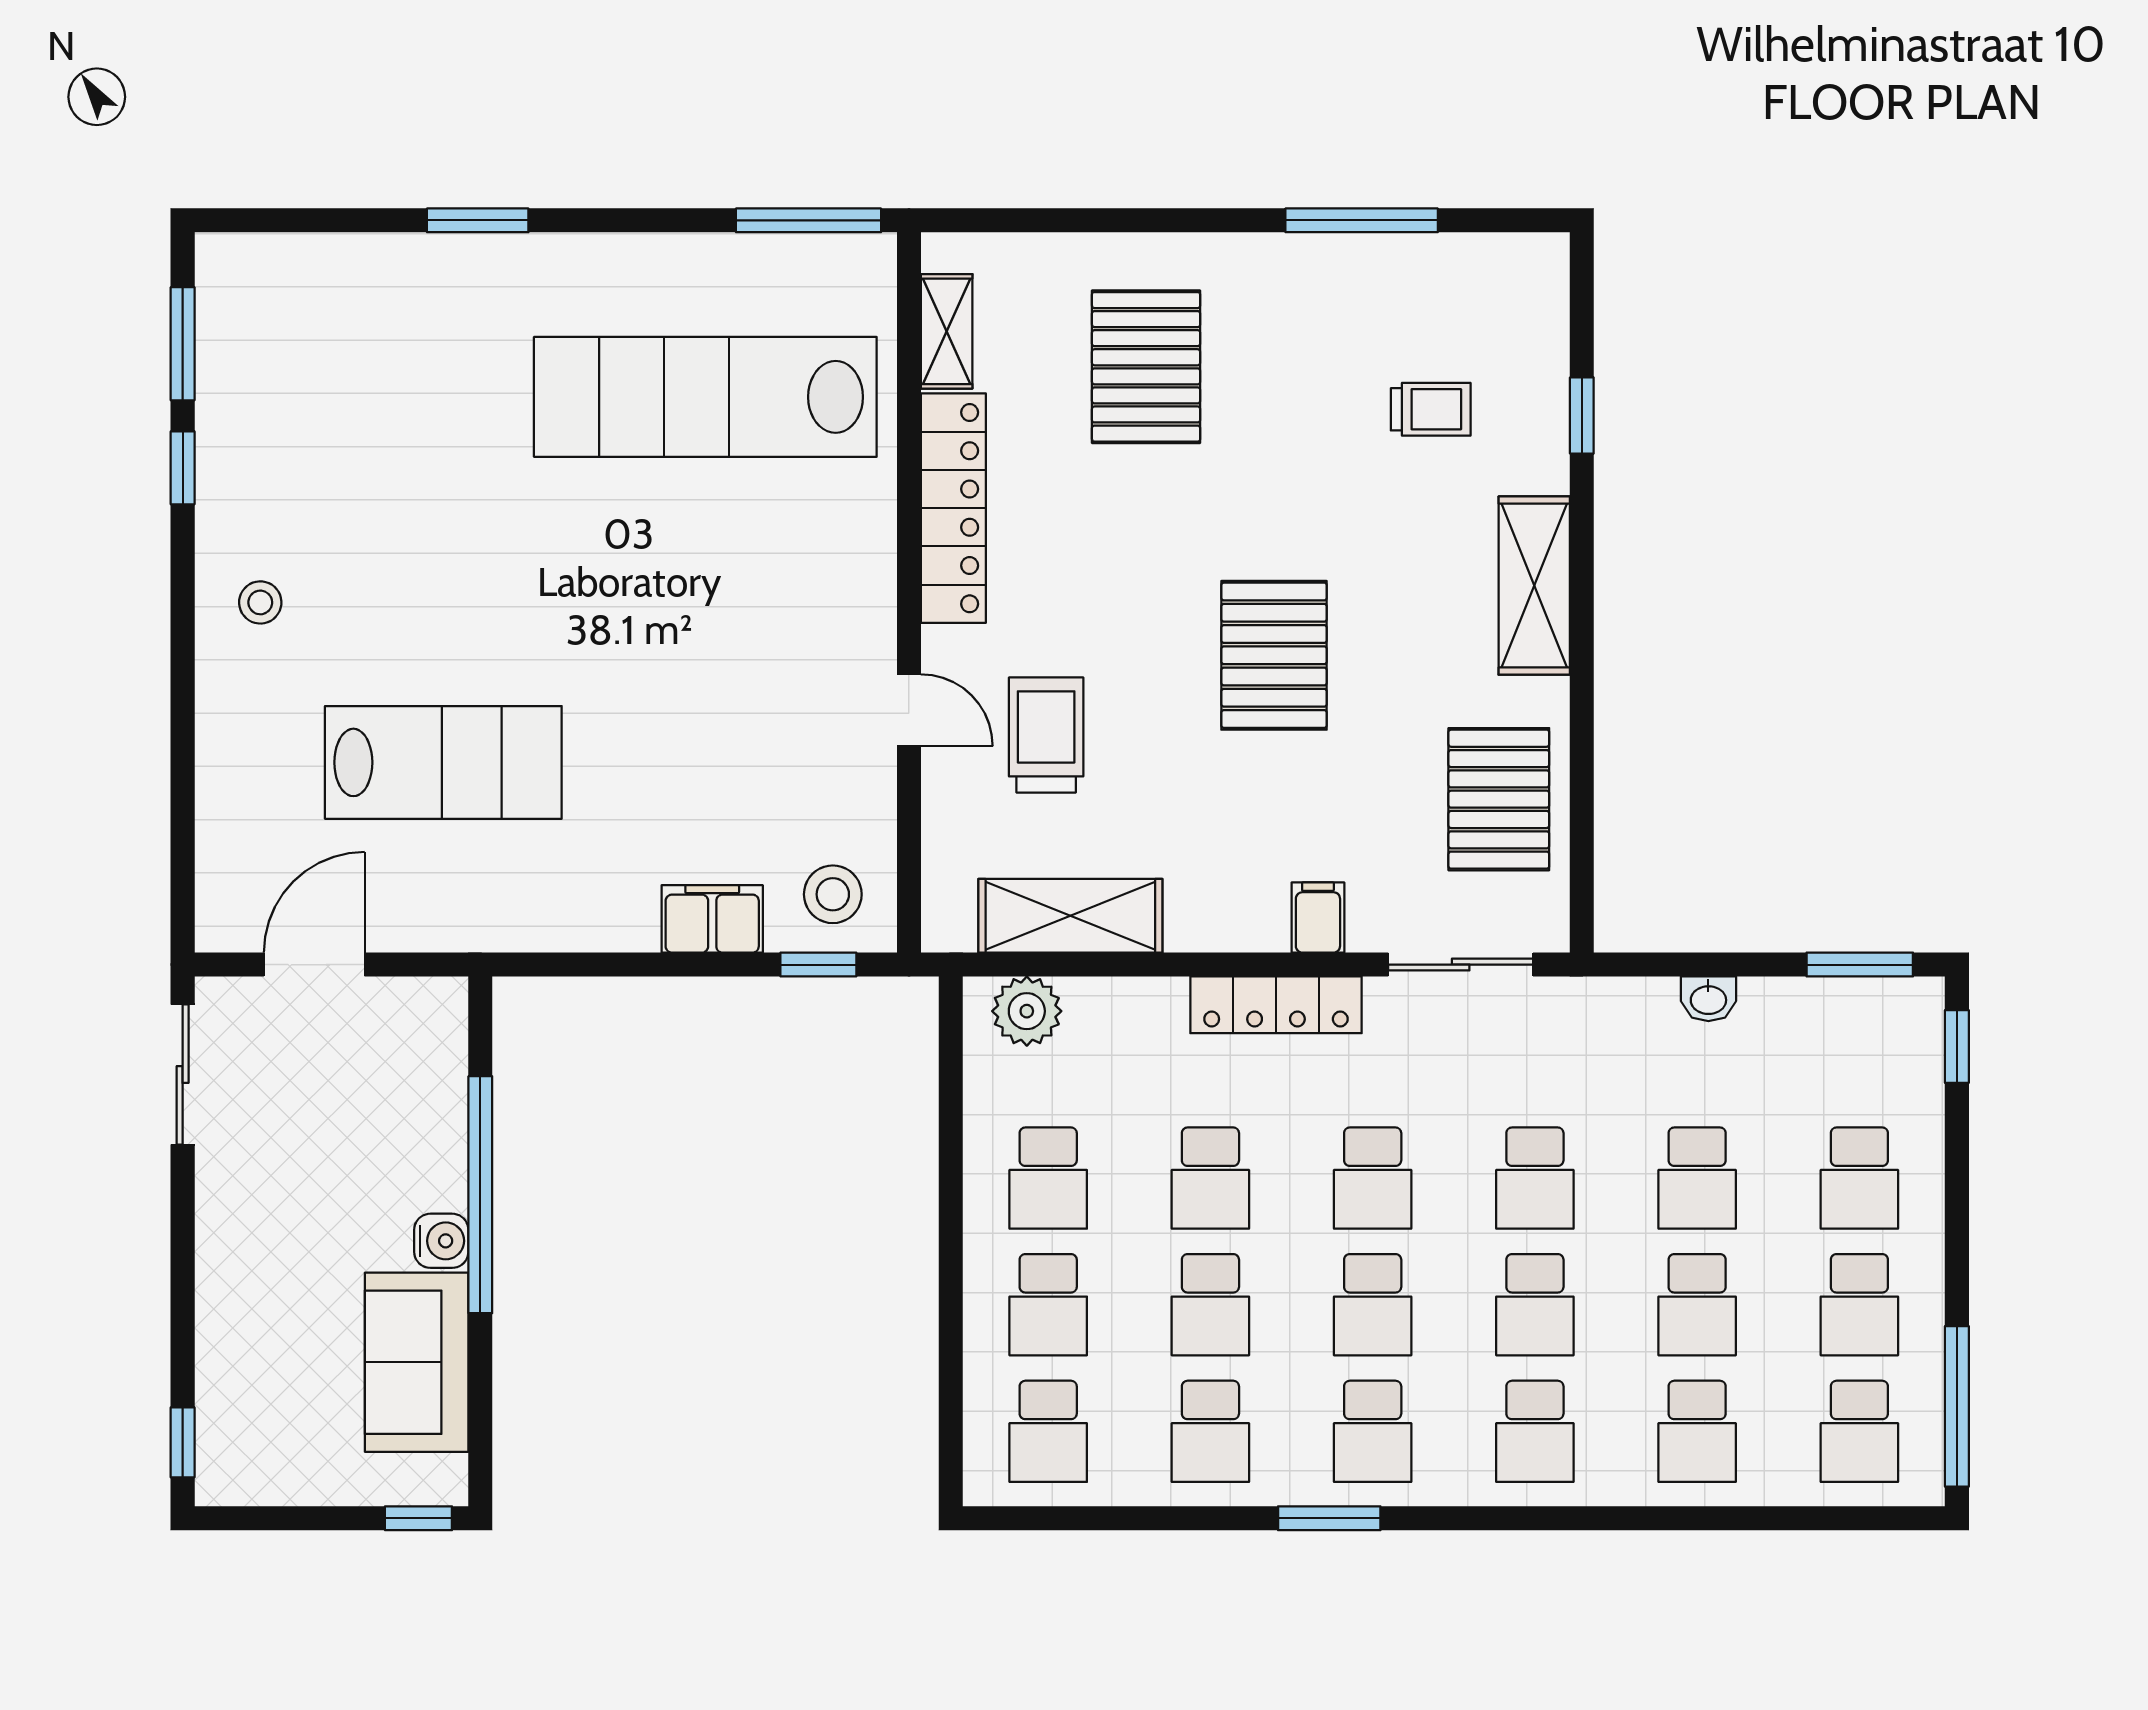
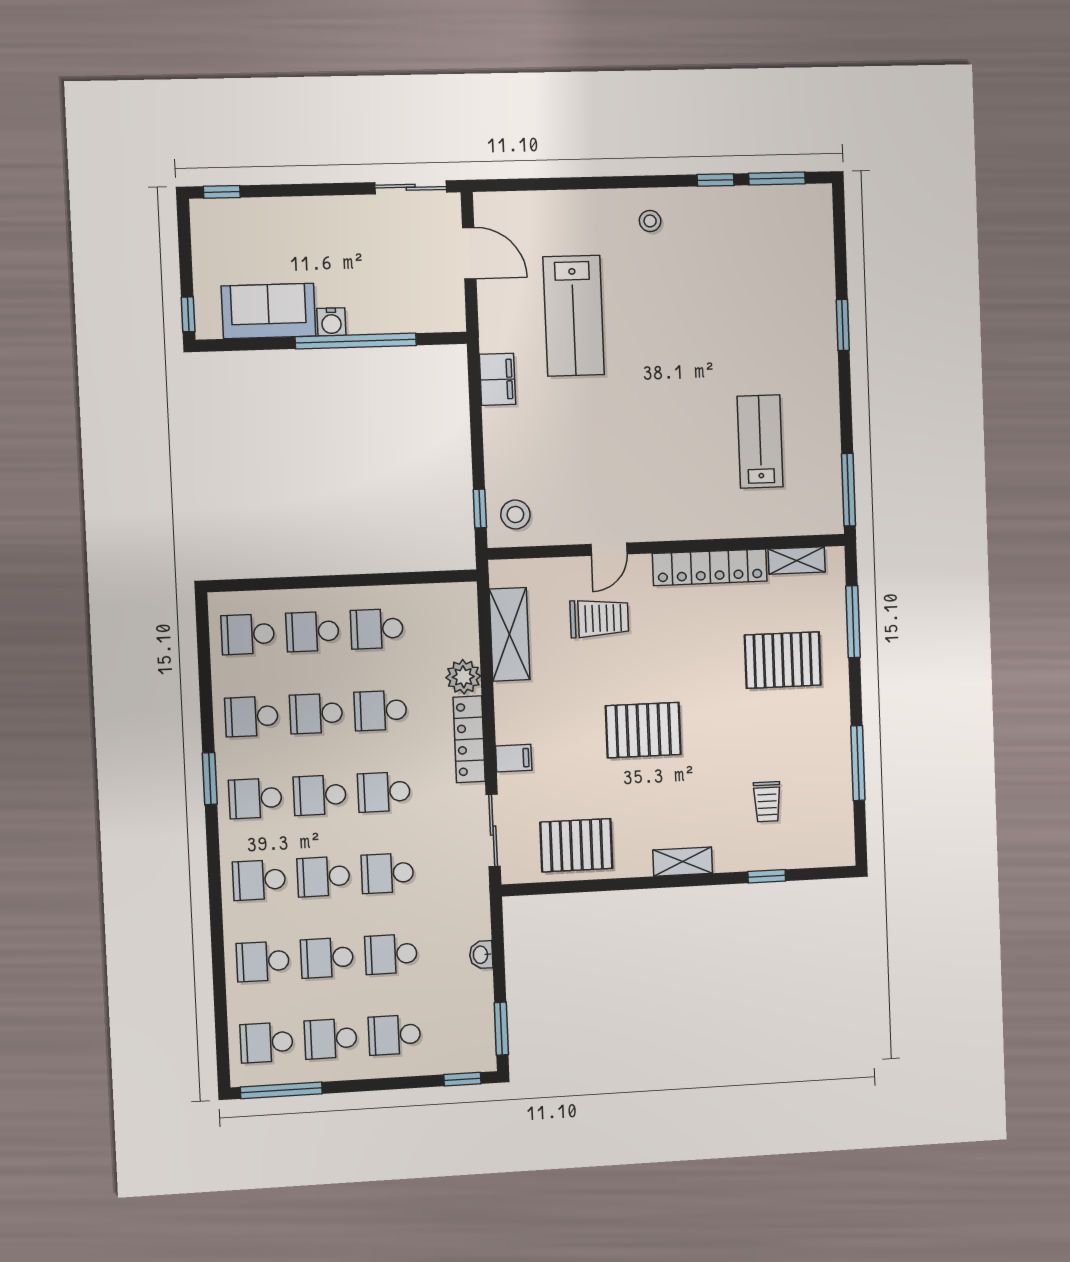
window: (1075, 220) -> (853, 622), added
lab bench: (705, 397) -> (760, 442), width x0.54, depth x0.72
shelving: (1534, 586) -> (683, 862), width x0.67, depth x0.75
filing cabinet: (712, 919) -> (497, 379), moved
plant: (1027, 1011) -> (463, 677), moved

